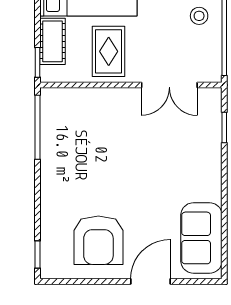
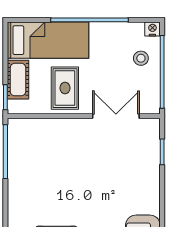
double door: (169, 85) -> (116, 116), swing flipped

